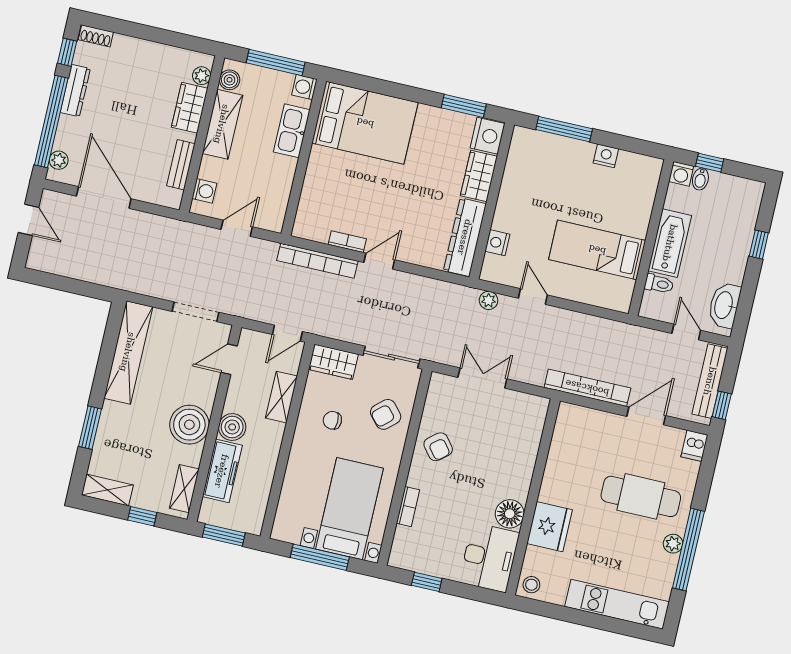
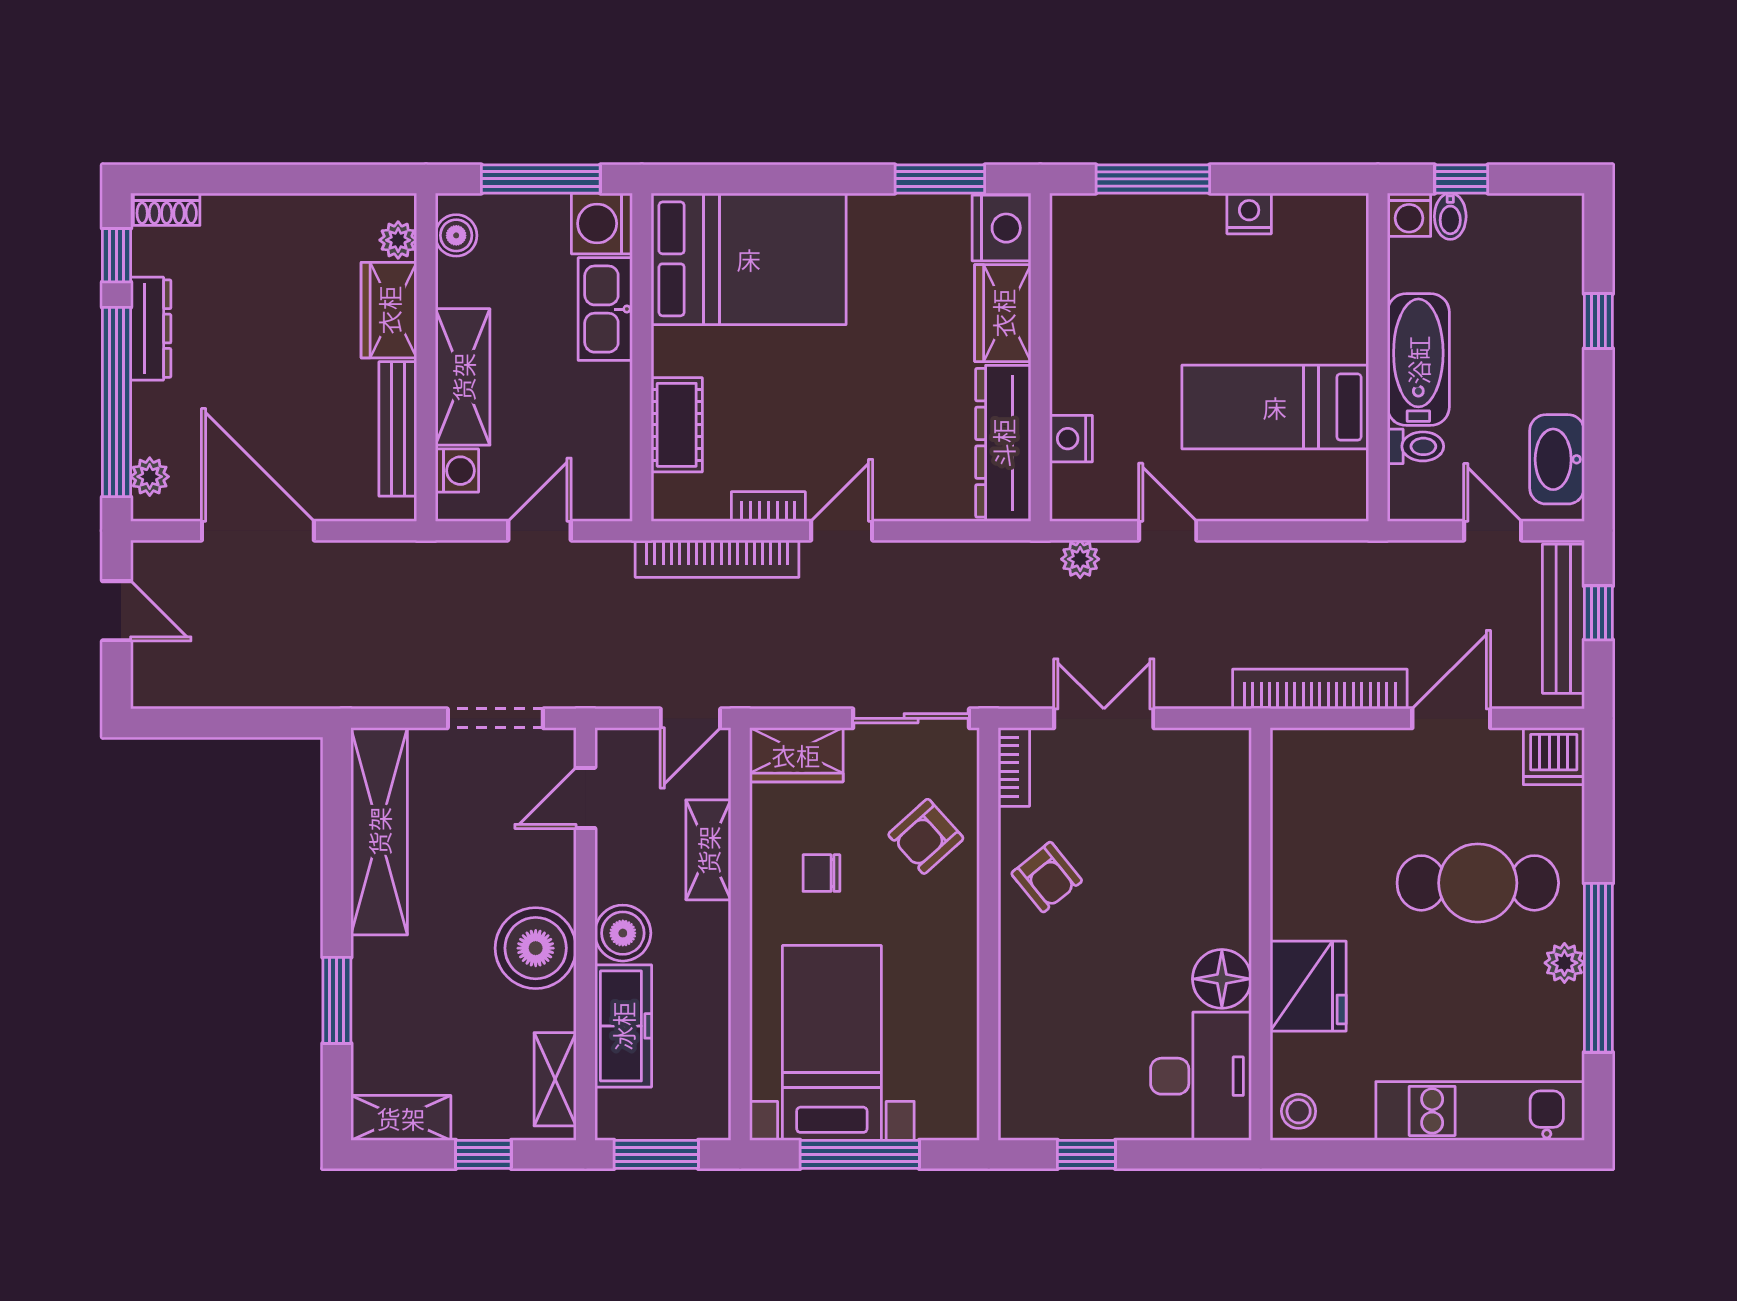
washing machine: (304, 87) -> (602, 223), width x1.38, depth x1.38
shelving: (222, 124) -> (463, 377), moved
bench: (181, 165) -> (398, 429), width x1.36
cot: (313, 193) -> (677, 425), added
window: (722, 405) -> (1598, 613), moved
dishwasher: (694, 446) -> (1554, 756), width x1.38
bookcase: (408, 507) -> (1014, 767), moved
bed with nightstands: (350, 509) -> (832, 1043), moved

